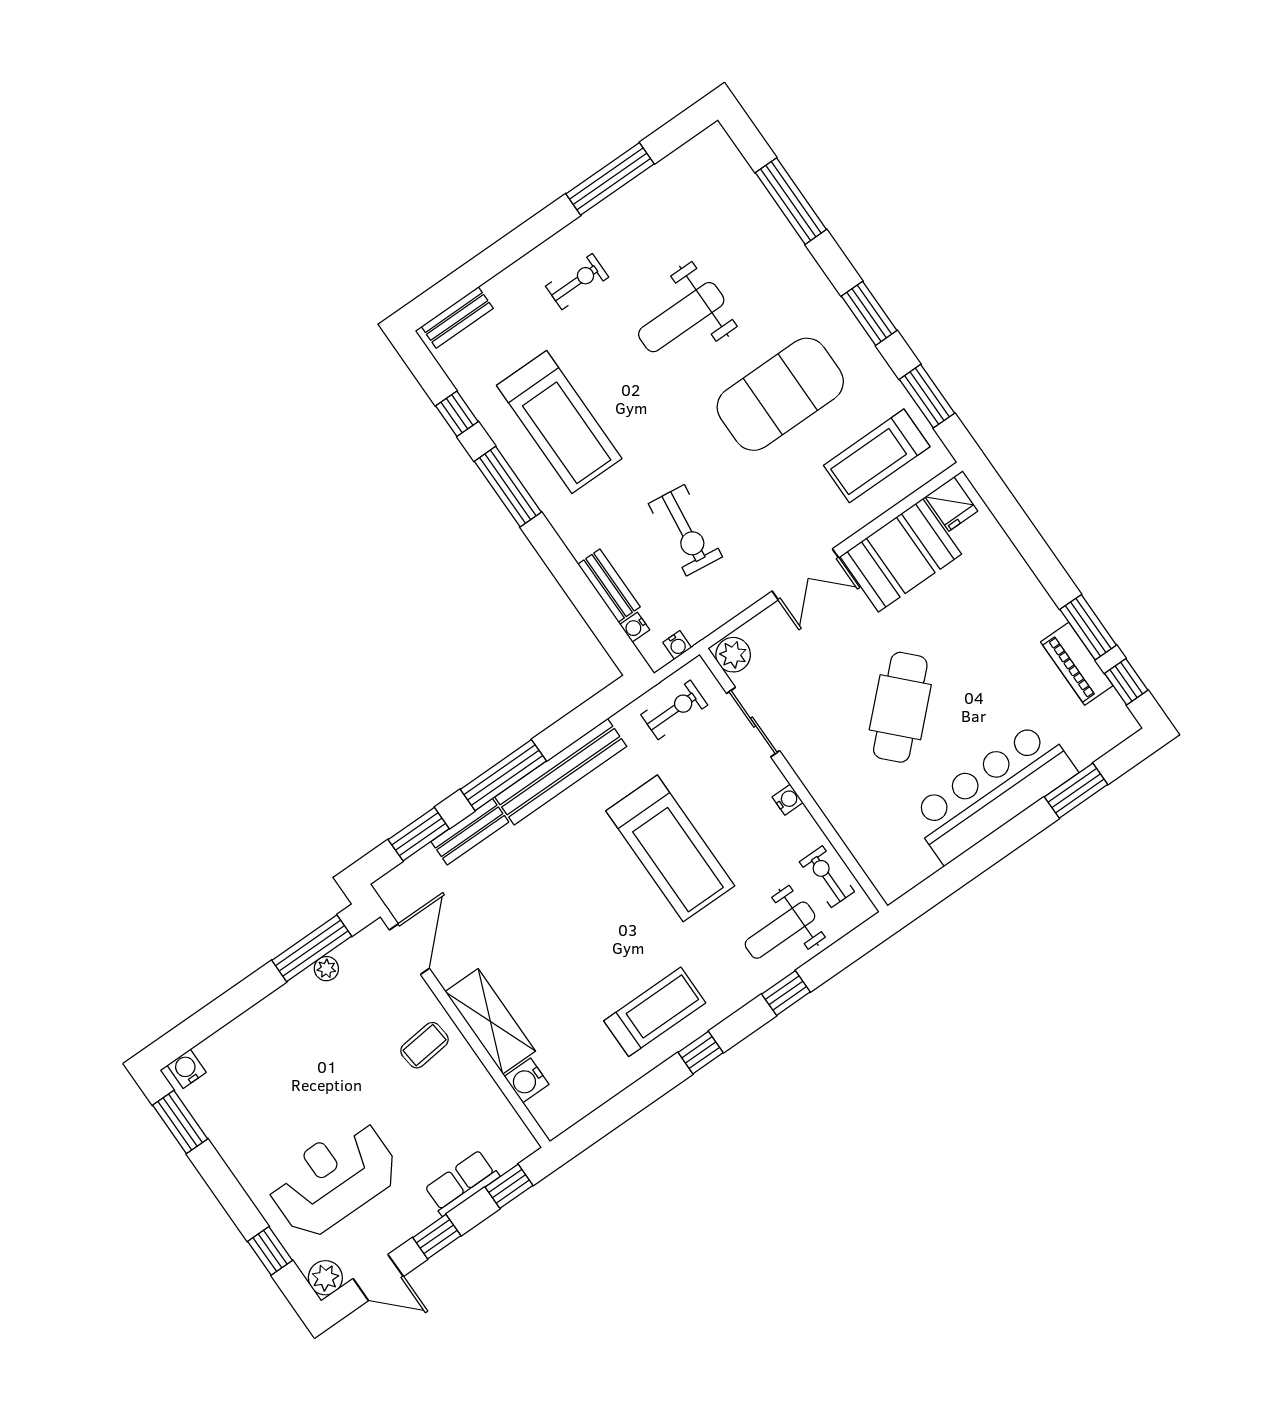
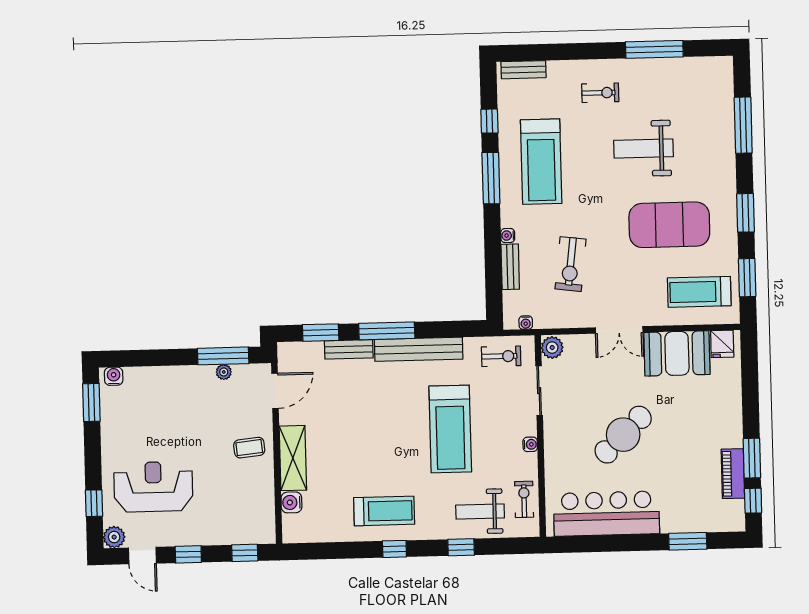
water cooler: (635, 627) -> (508, 235), moved
bar counter: (993, 792) -> (606, 514), moved
row of seats: (462, 1183) -> (221, 534), removed

